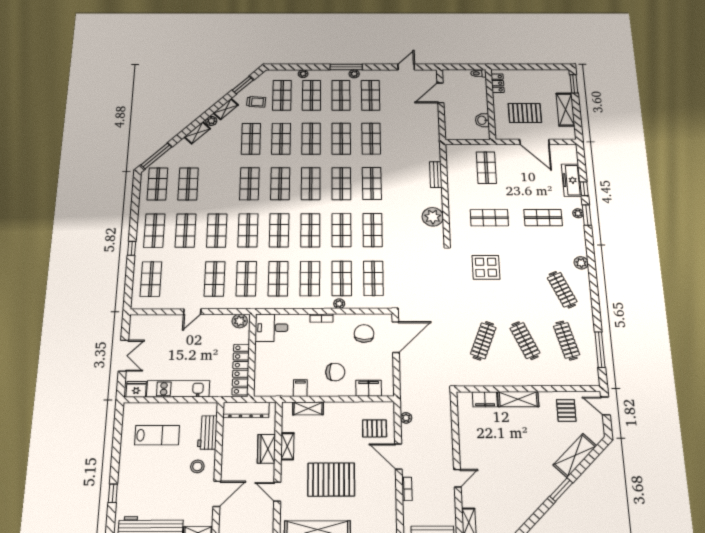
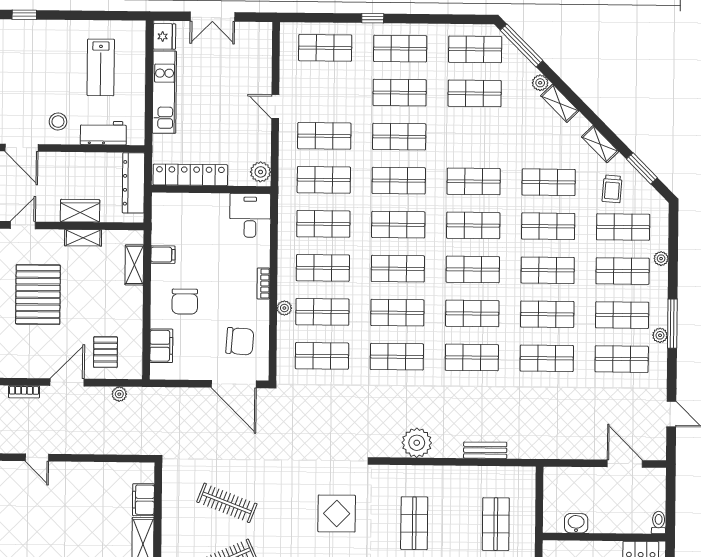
plant: (211, 121) -> (540, 83), moved
shop shelf: (486, 168) -> (496, 524), turned 90

